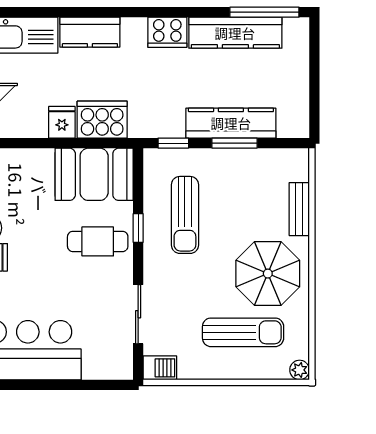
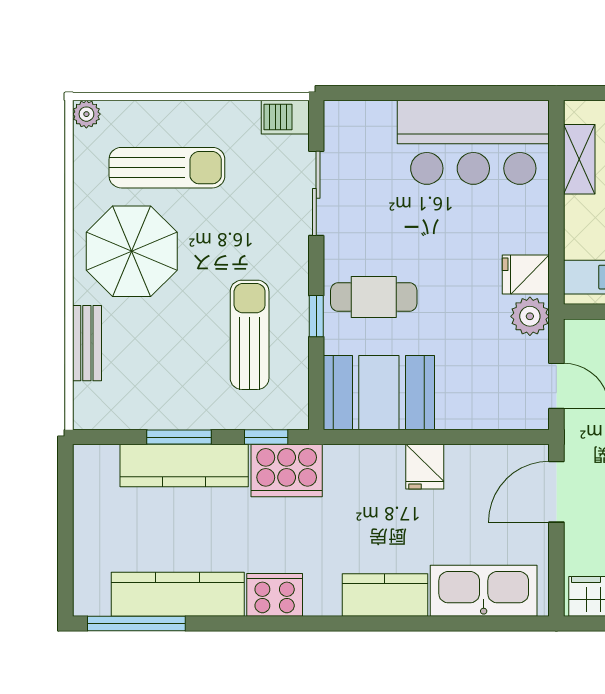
cooker: (102, 120) -> (287, 471), moved
sun lounger: (243, 332) -> (167, 168), turned 180

